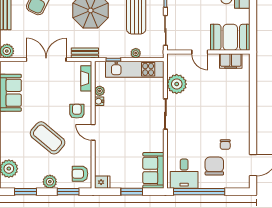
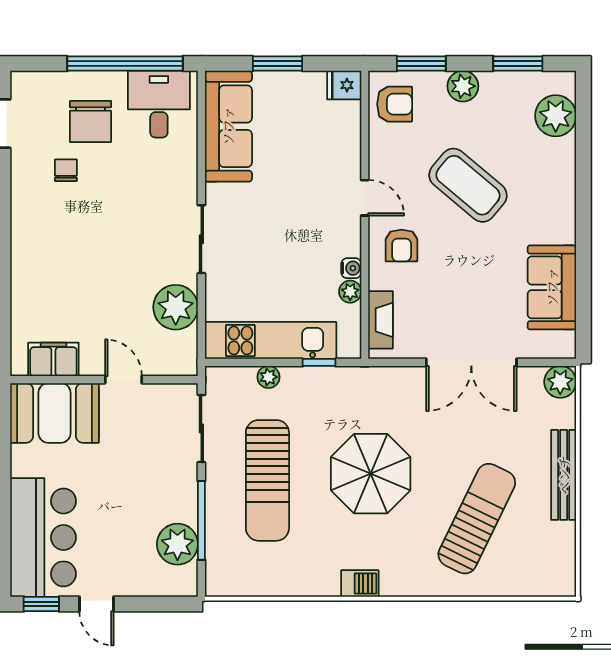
bench: (85, 53) -> (383, 378), removed
sofa: (153, 170) -> (228, 126), width x1.36

